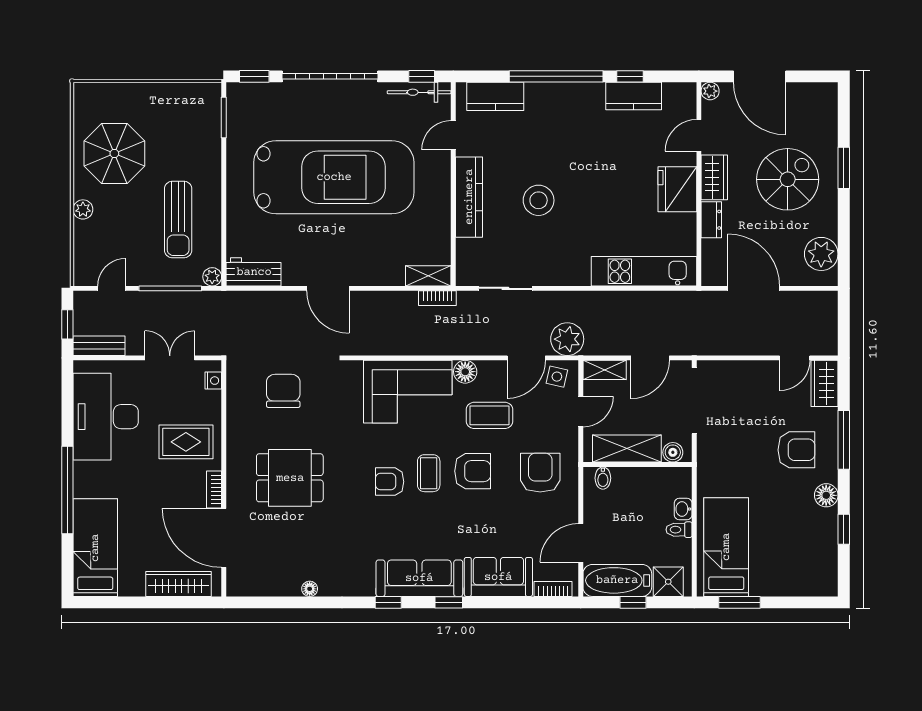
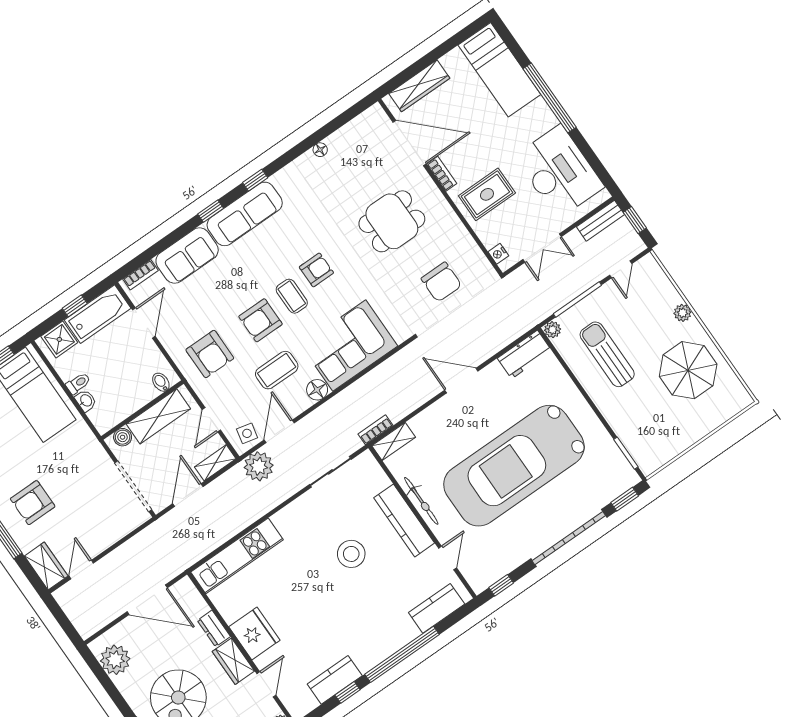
bicycle: (419, 92) -> (421, 501), moved, turned 90

